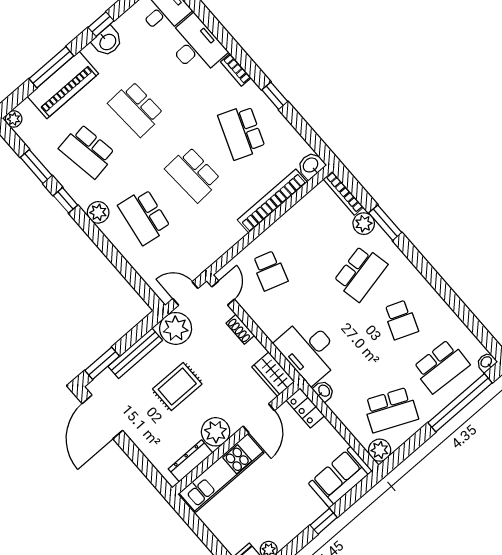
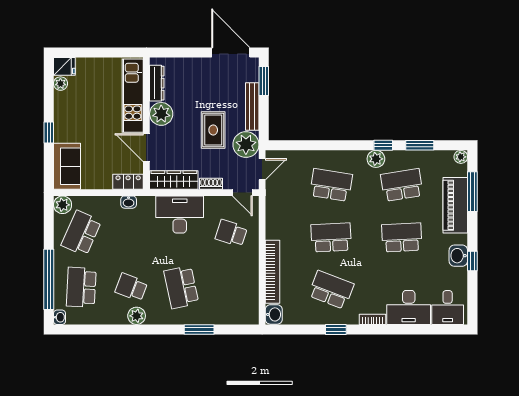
window: (51, 67) -> (472, 192), moved
bookcase: (343, 193) -> (239, 320), removed
plant: (98, 212) -> (376, 159), moved
plant: (364, 224) -> (137, 316), moved
desk: (309, 350) -> (180, 215), moved
wardrobe: (273, 374) -> (174, 180), width x1.50
rug: (177, 387) -> (213, 130), moved

